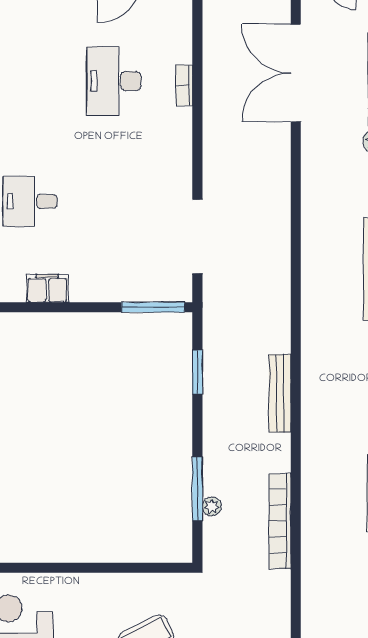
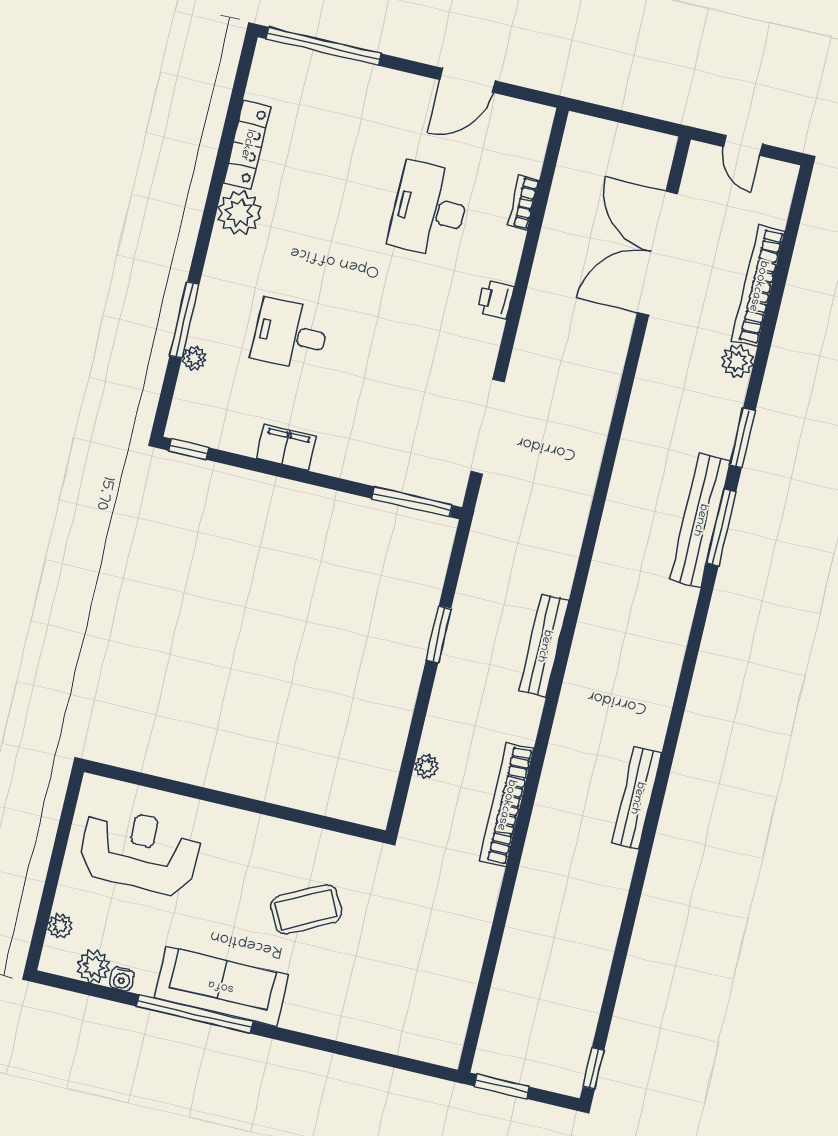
bookcase: (184, 85) -> (523, 203), moved
printer: (180, 138) -> (495, 300), added
window: (197, 372) -> (439, 634), moved
window: (197, 489) -> (413, 740), removed

